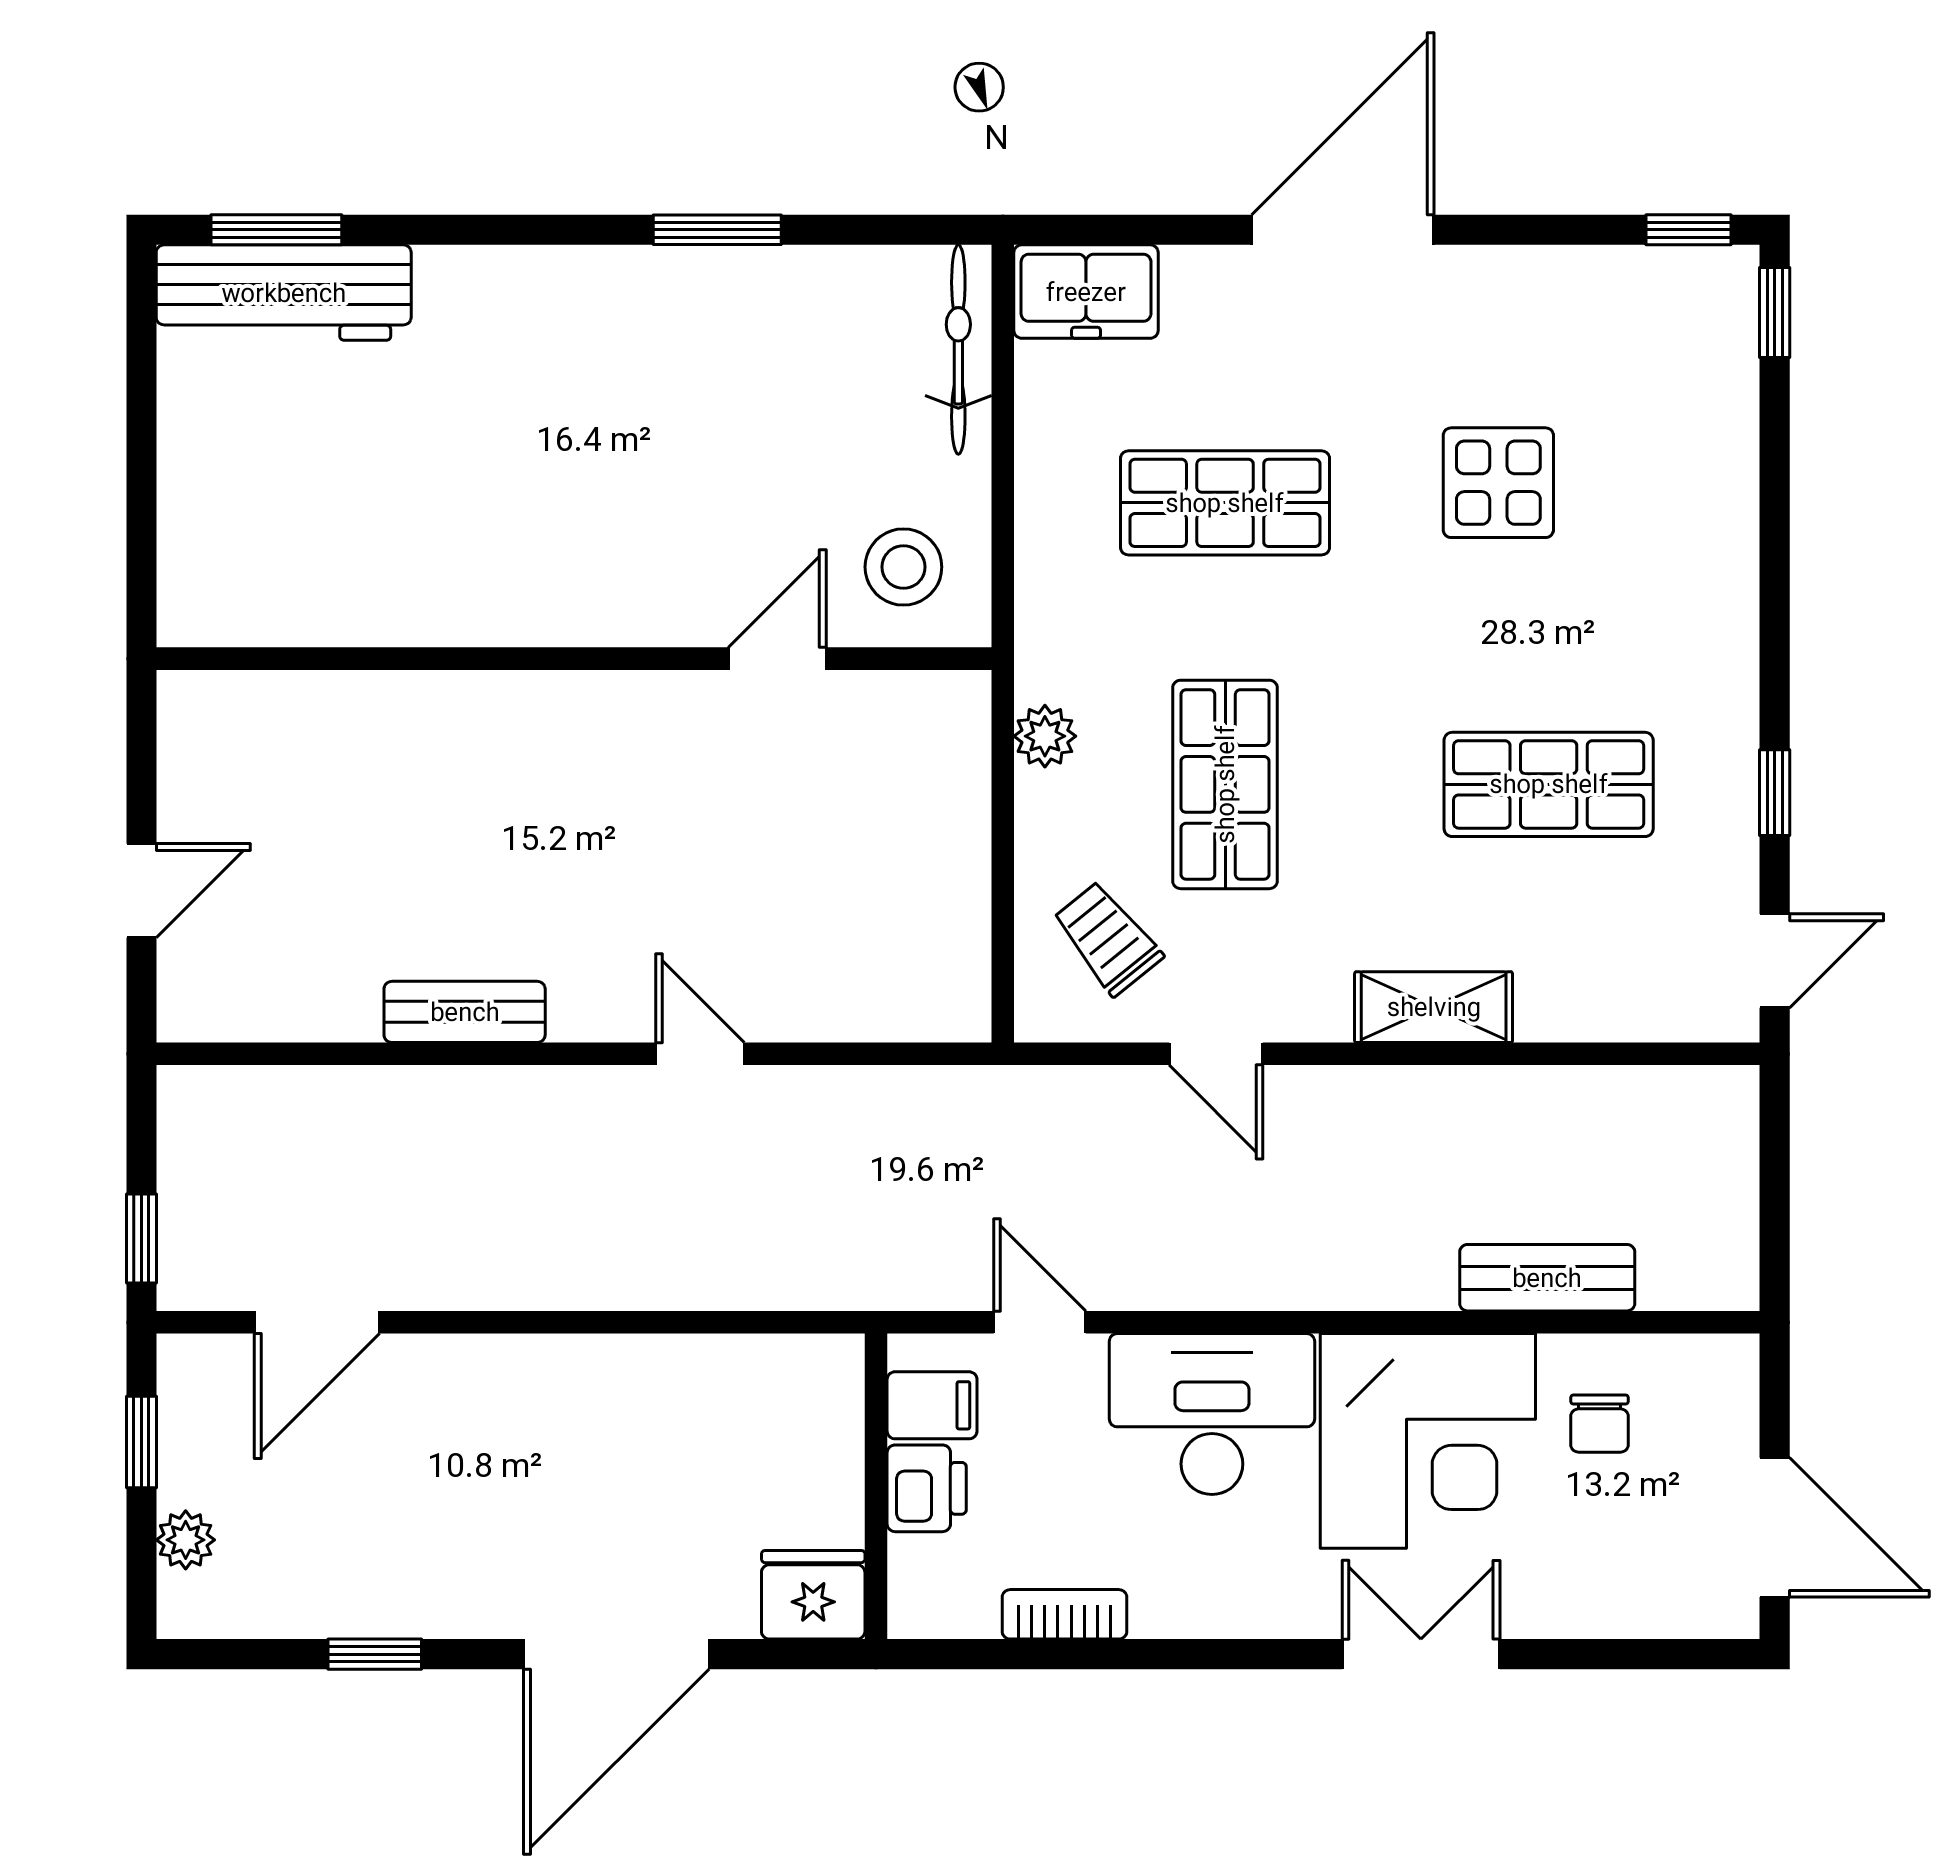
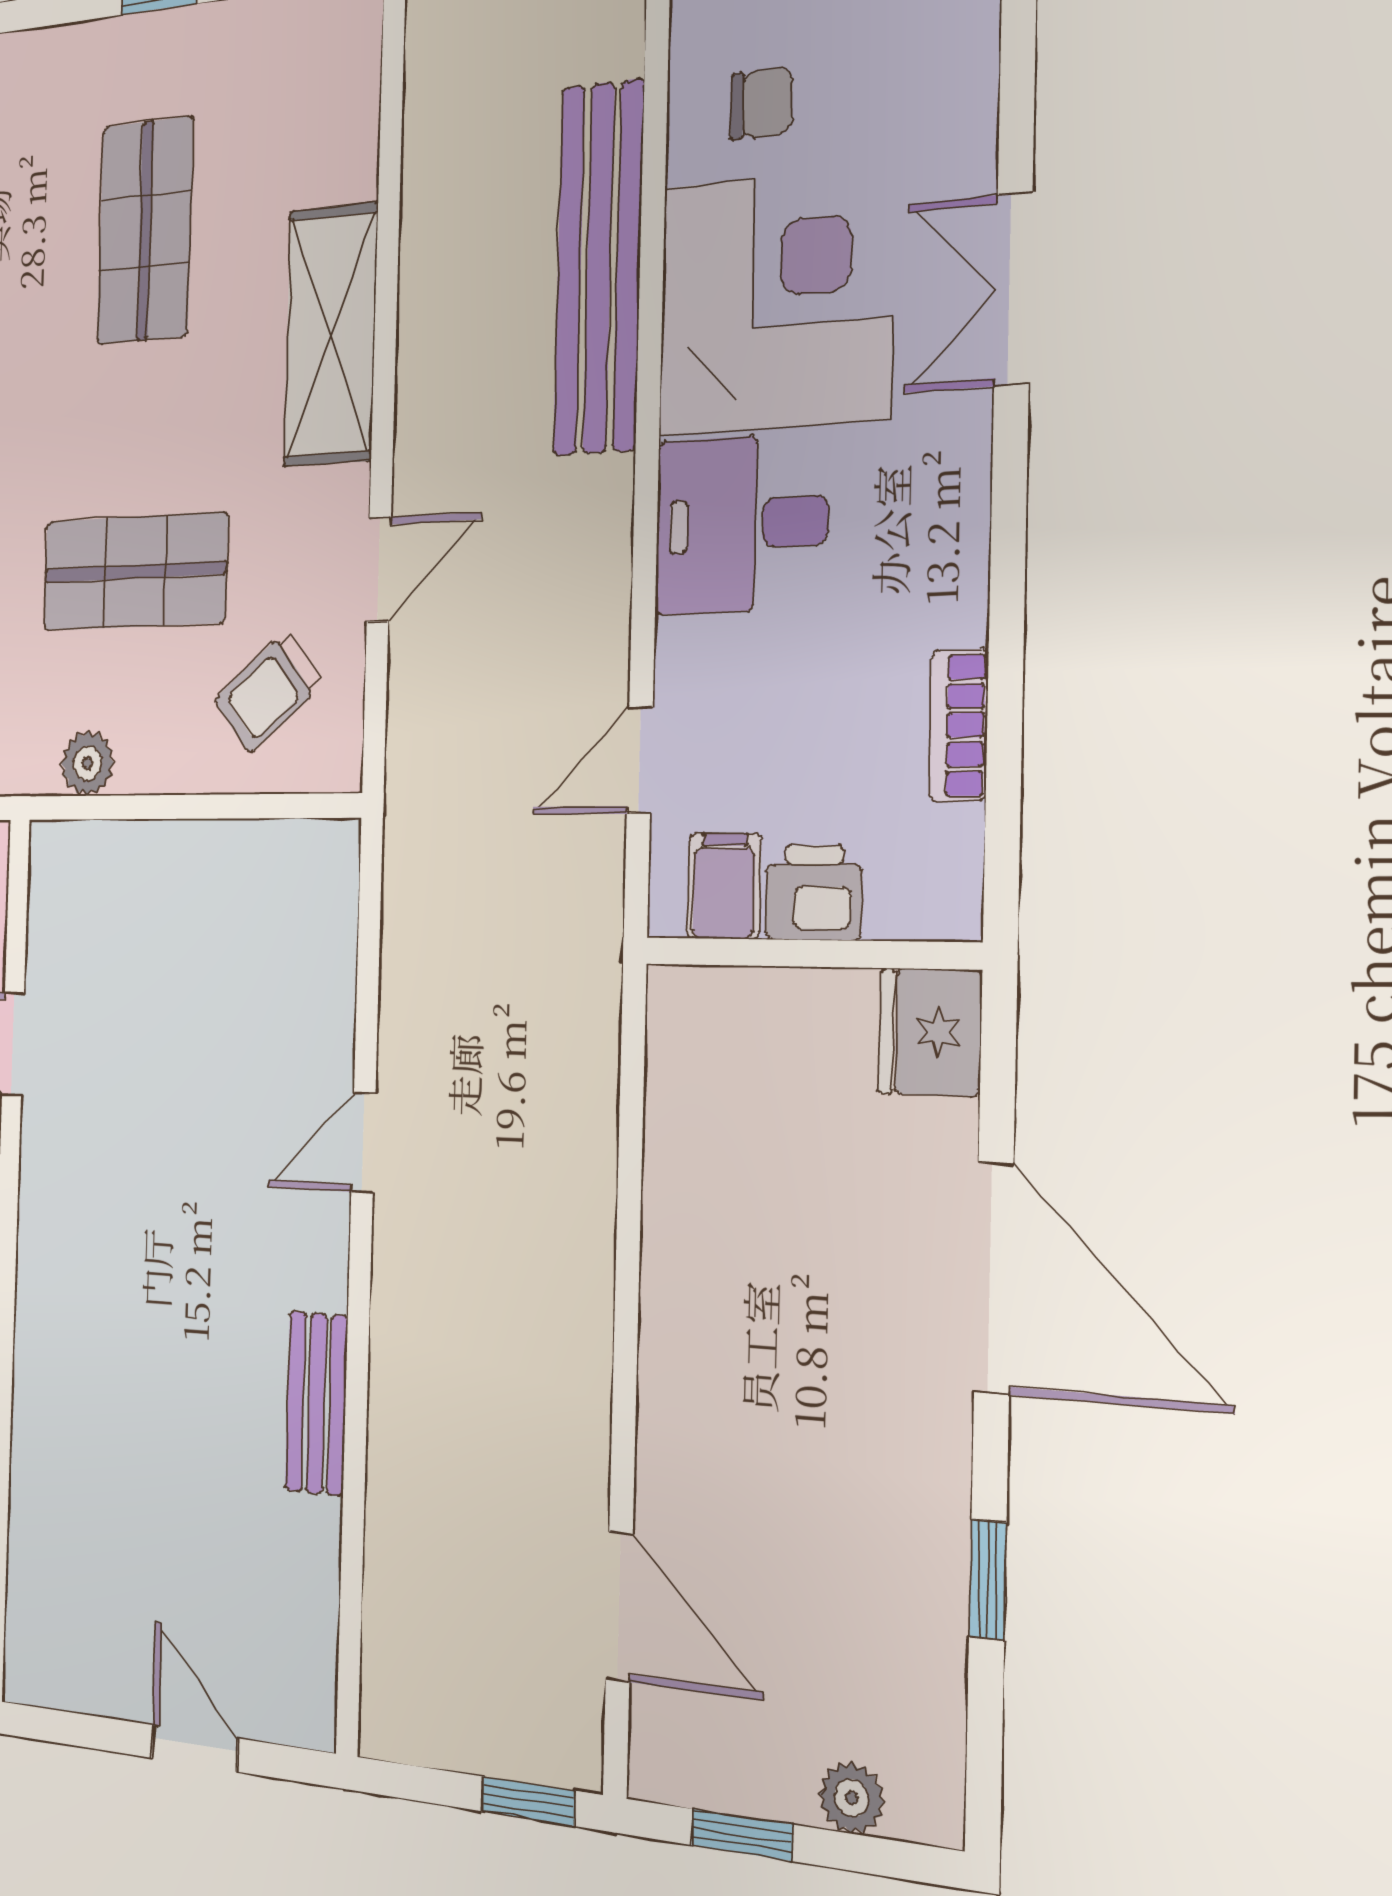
shelving: (1434, 1007) -> (331, 335), width x1.50, depth x1.33
bench: (1547, 1278) -> (599, 268), width x1.86, depth x1.21
desk: (1212, 1414) -> (742, 524), width x0.73

